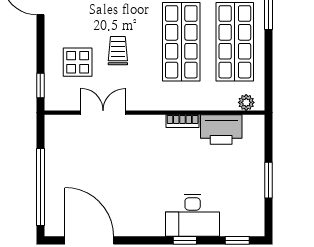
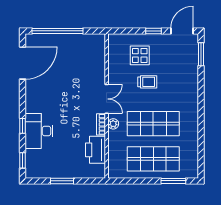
window: (40, 86) -> (154, 31), moved
plant: (246, 102) -> (113, 124), moved
double door: (103, 113) -> (107, 99), moved

